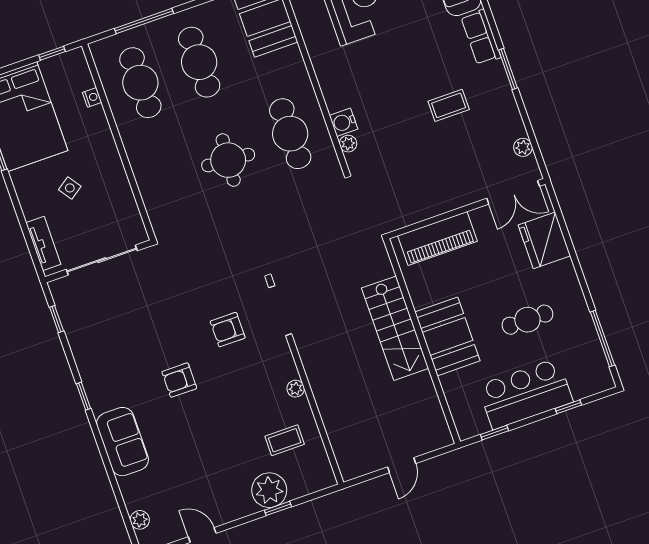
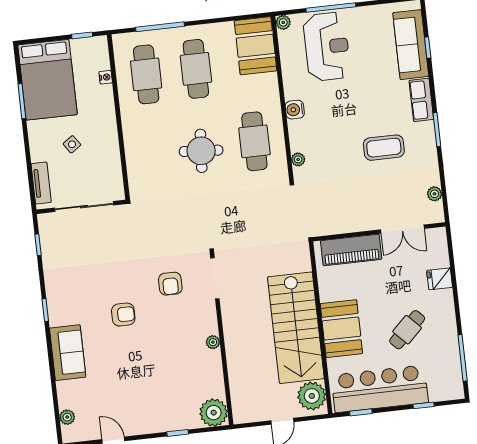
coffee table: (449, 105) -> (384, 148), width x1.36, depth x1.30
water cooler: (344, 122) -> (295, 110), moved
double door: (513, 192) -> (402, 229), moved
fridge: (544, 240) -> (440, 279), width x0.53, depth x0.75
cafe table: (527, 320) -> (407, 330), turned -44
stairs: (395, 328) -> (296, 328), width x1.36, depth x1.51
armchair: (228, 330) -> (170, 284), turned -90
armchair: (179, 380) -> (123, 315), turned 180
bar counter: (525, 394) -> (380, 389), width x1.36
plant: (430, 426) -> (312, 396), added
coffee table: (285, 440) -> (195, 381), removed
plant: (269, 490) -> (214, 413), moved

